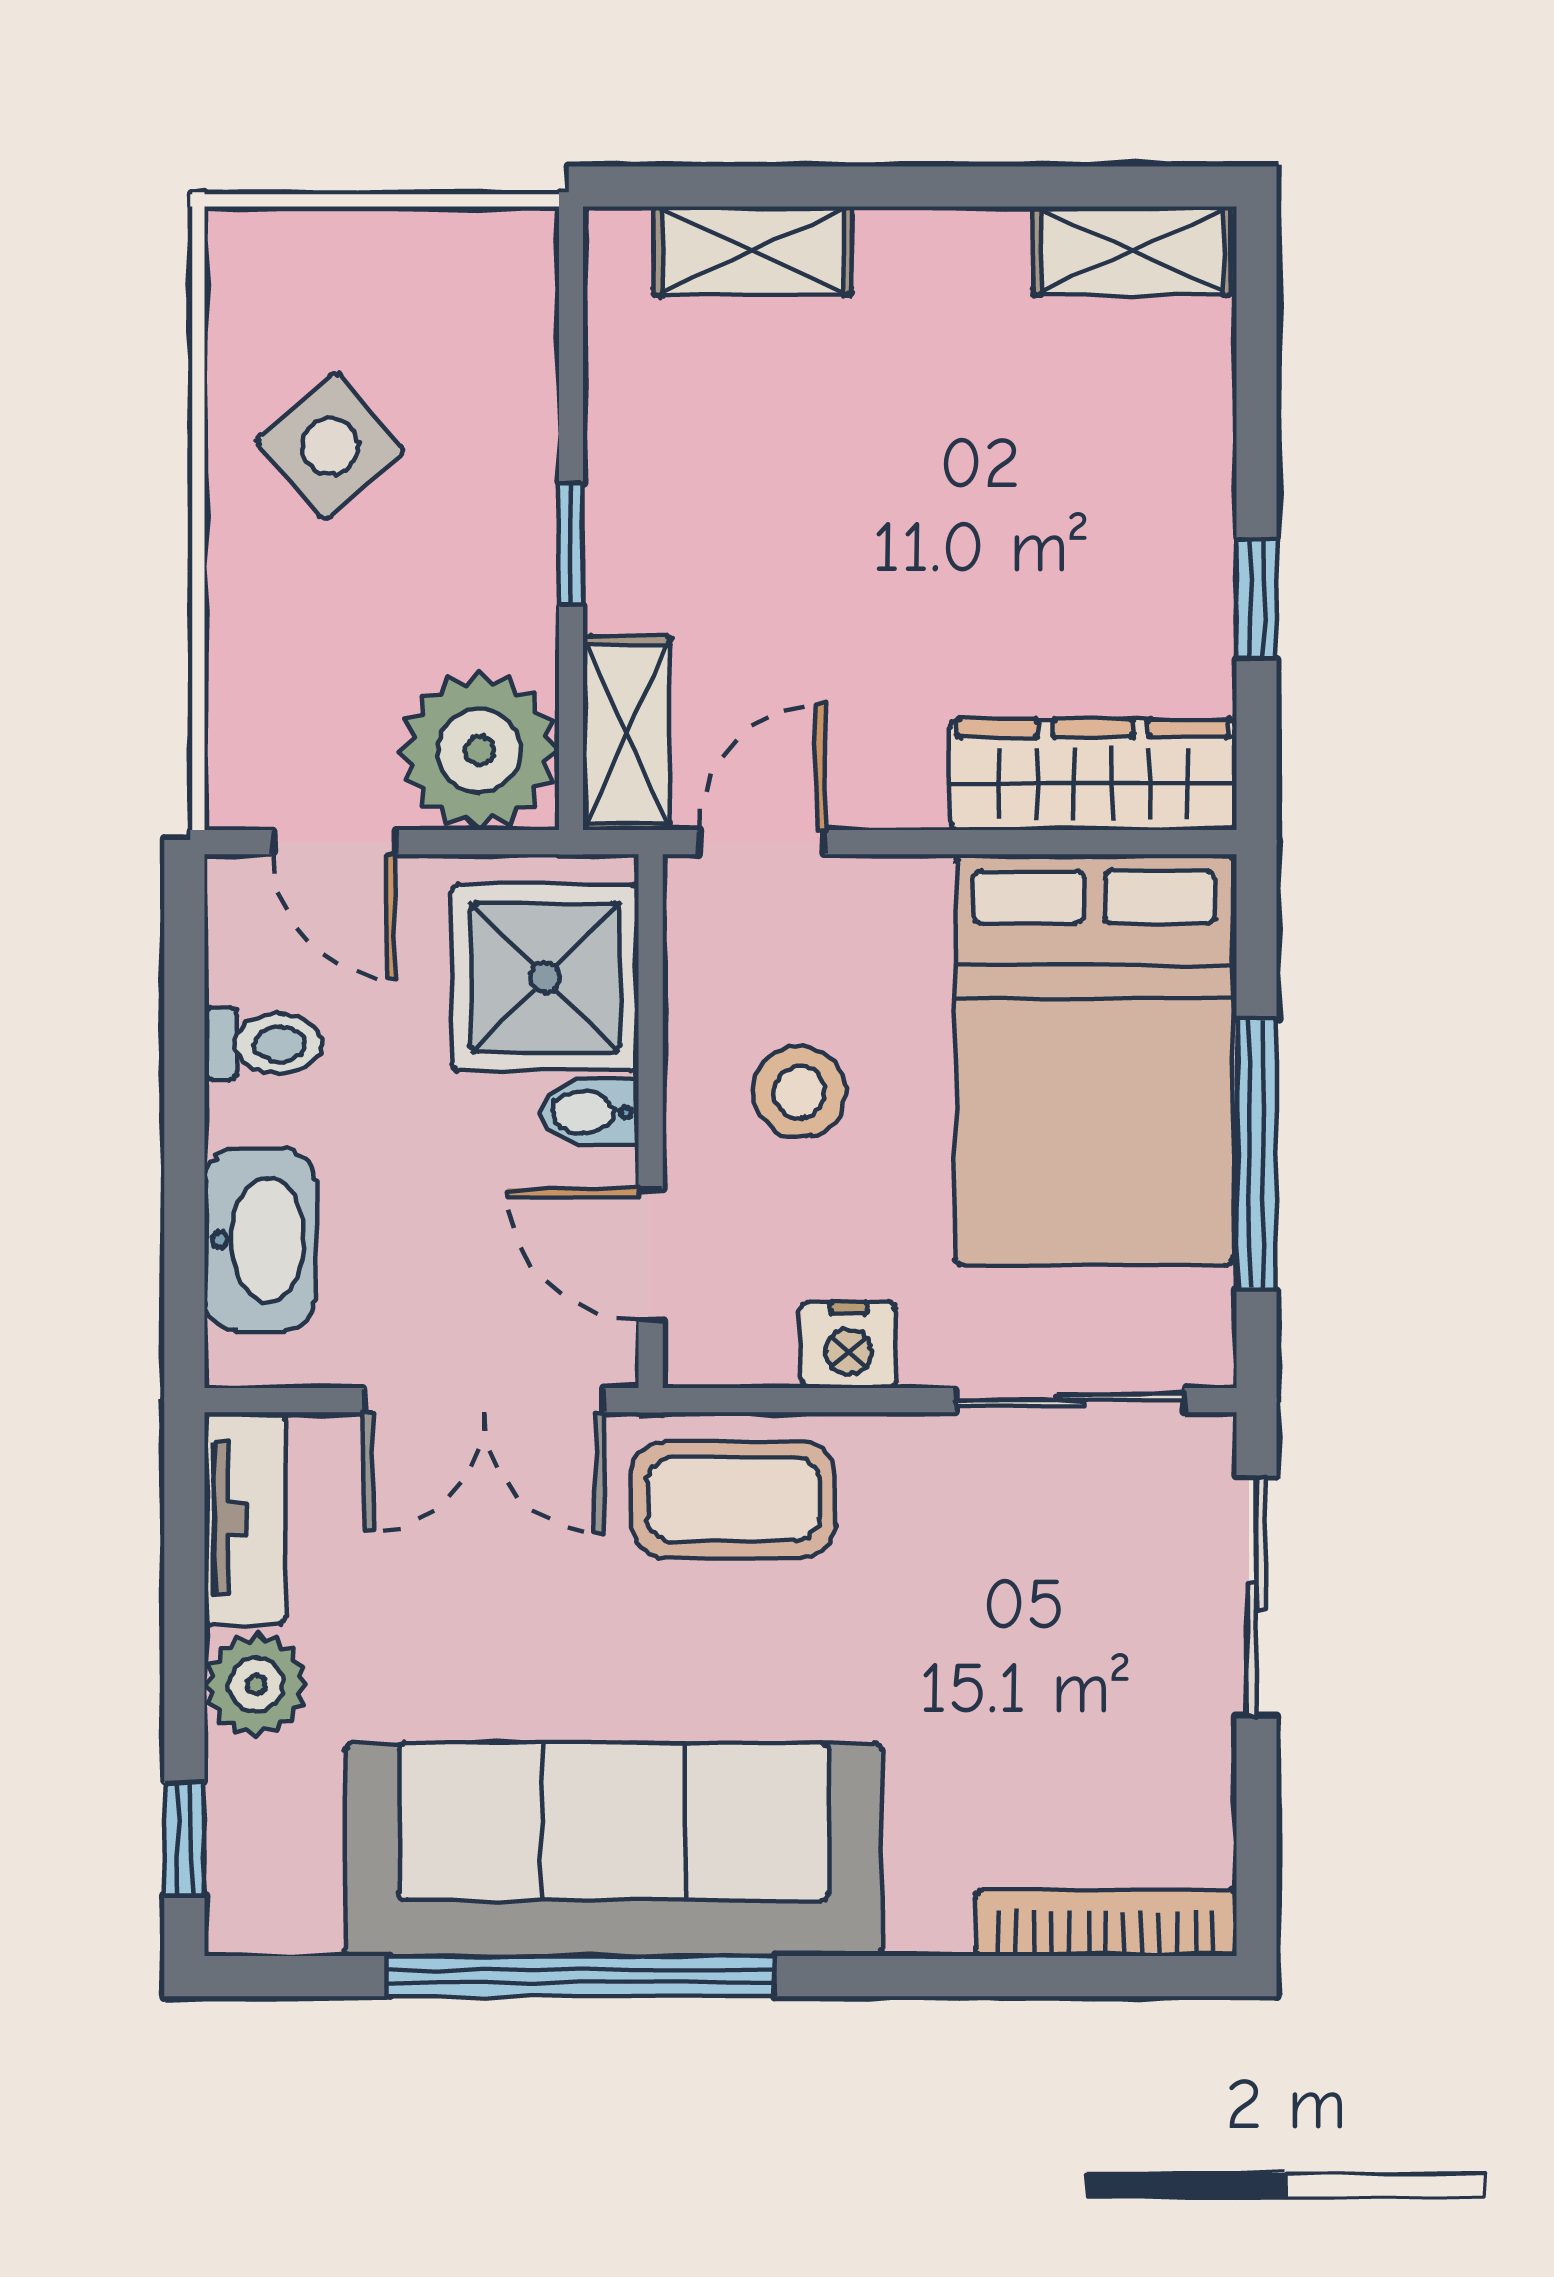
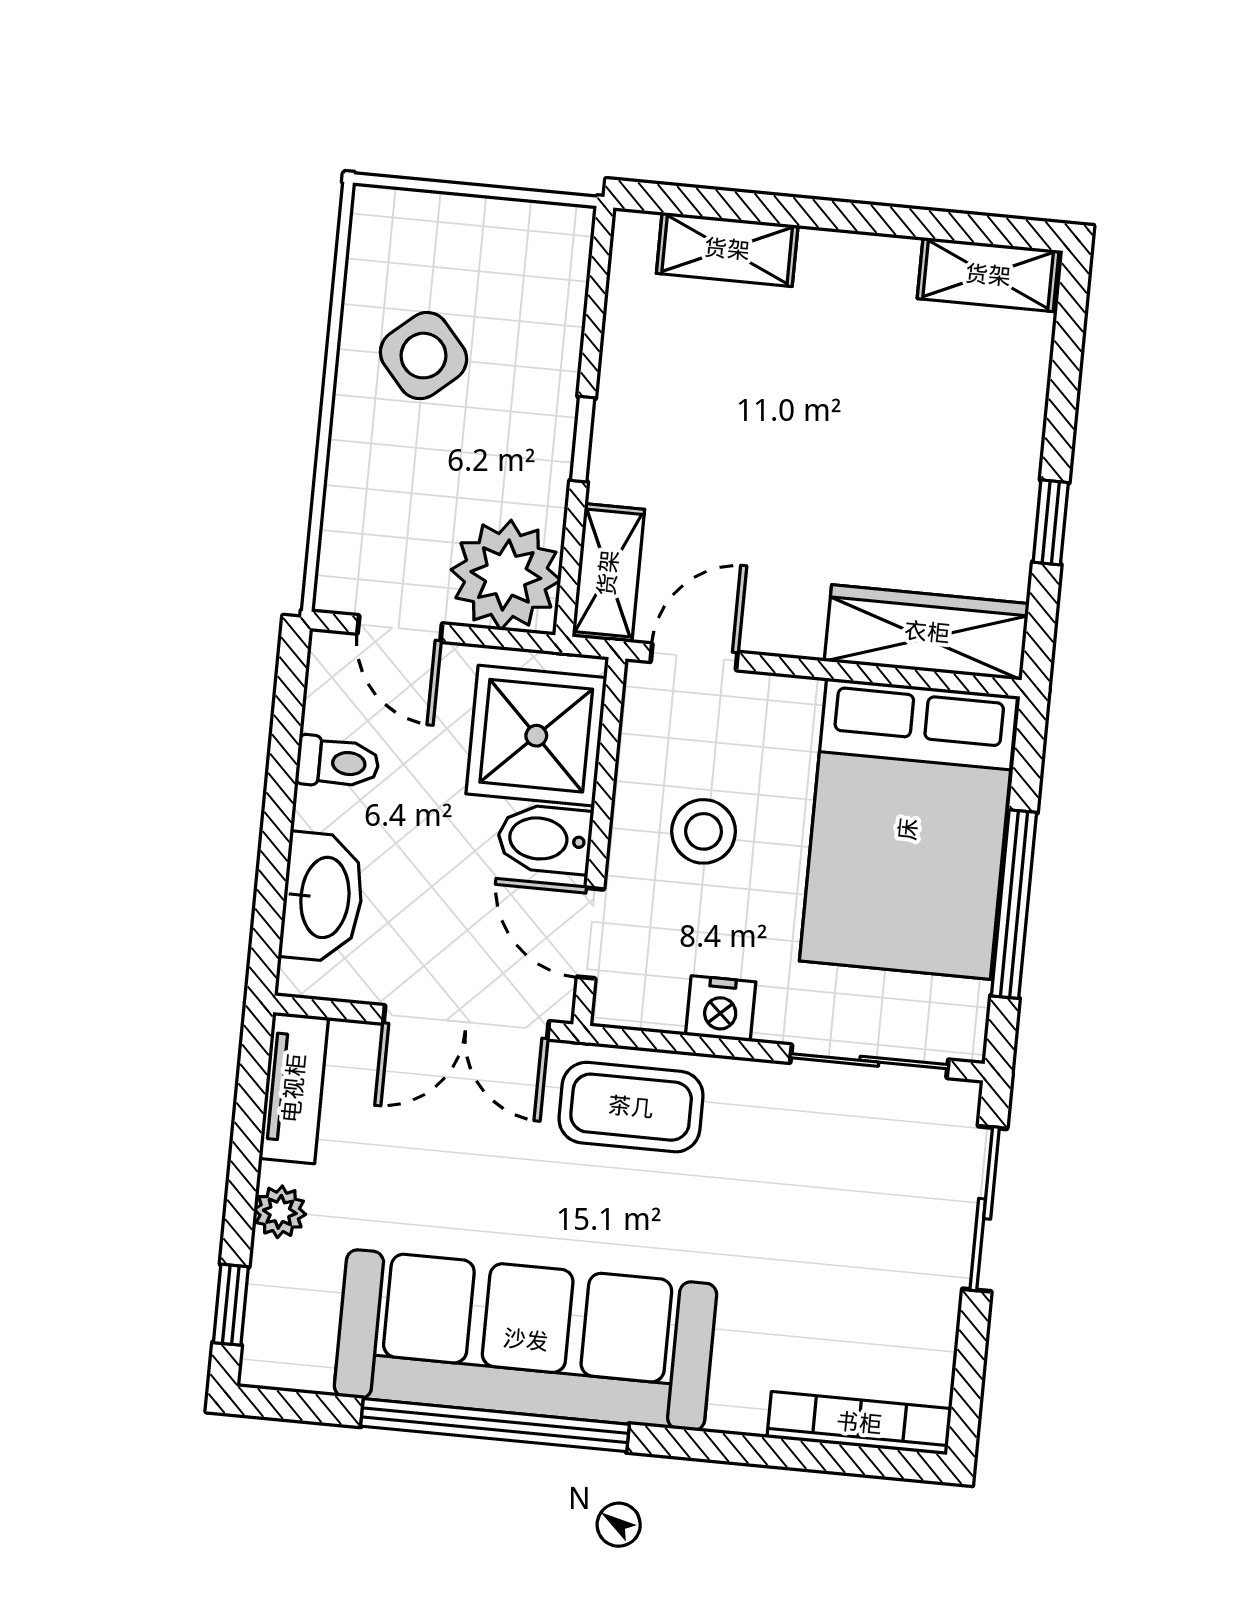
bidet: (590, 1112) -> (545, 839), width x1.38, depth x1.36
plant: (256, 1685) -> (280, 1212), width x0.73, depth x0.73

